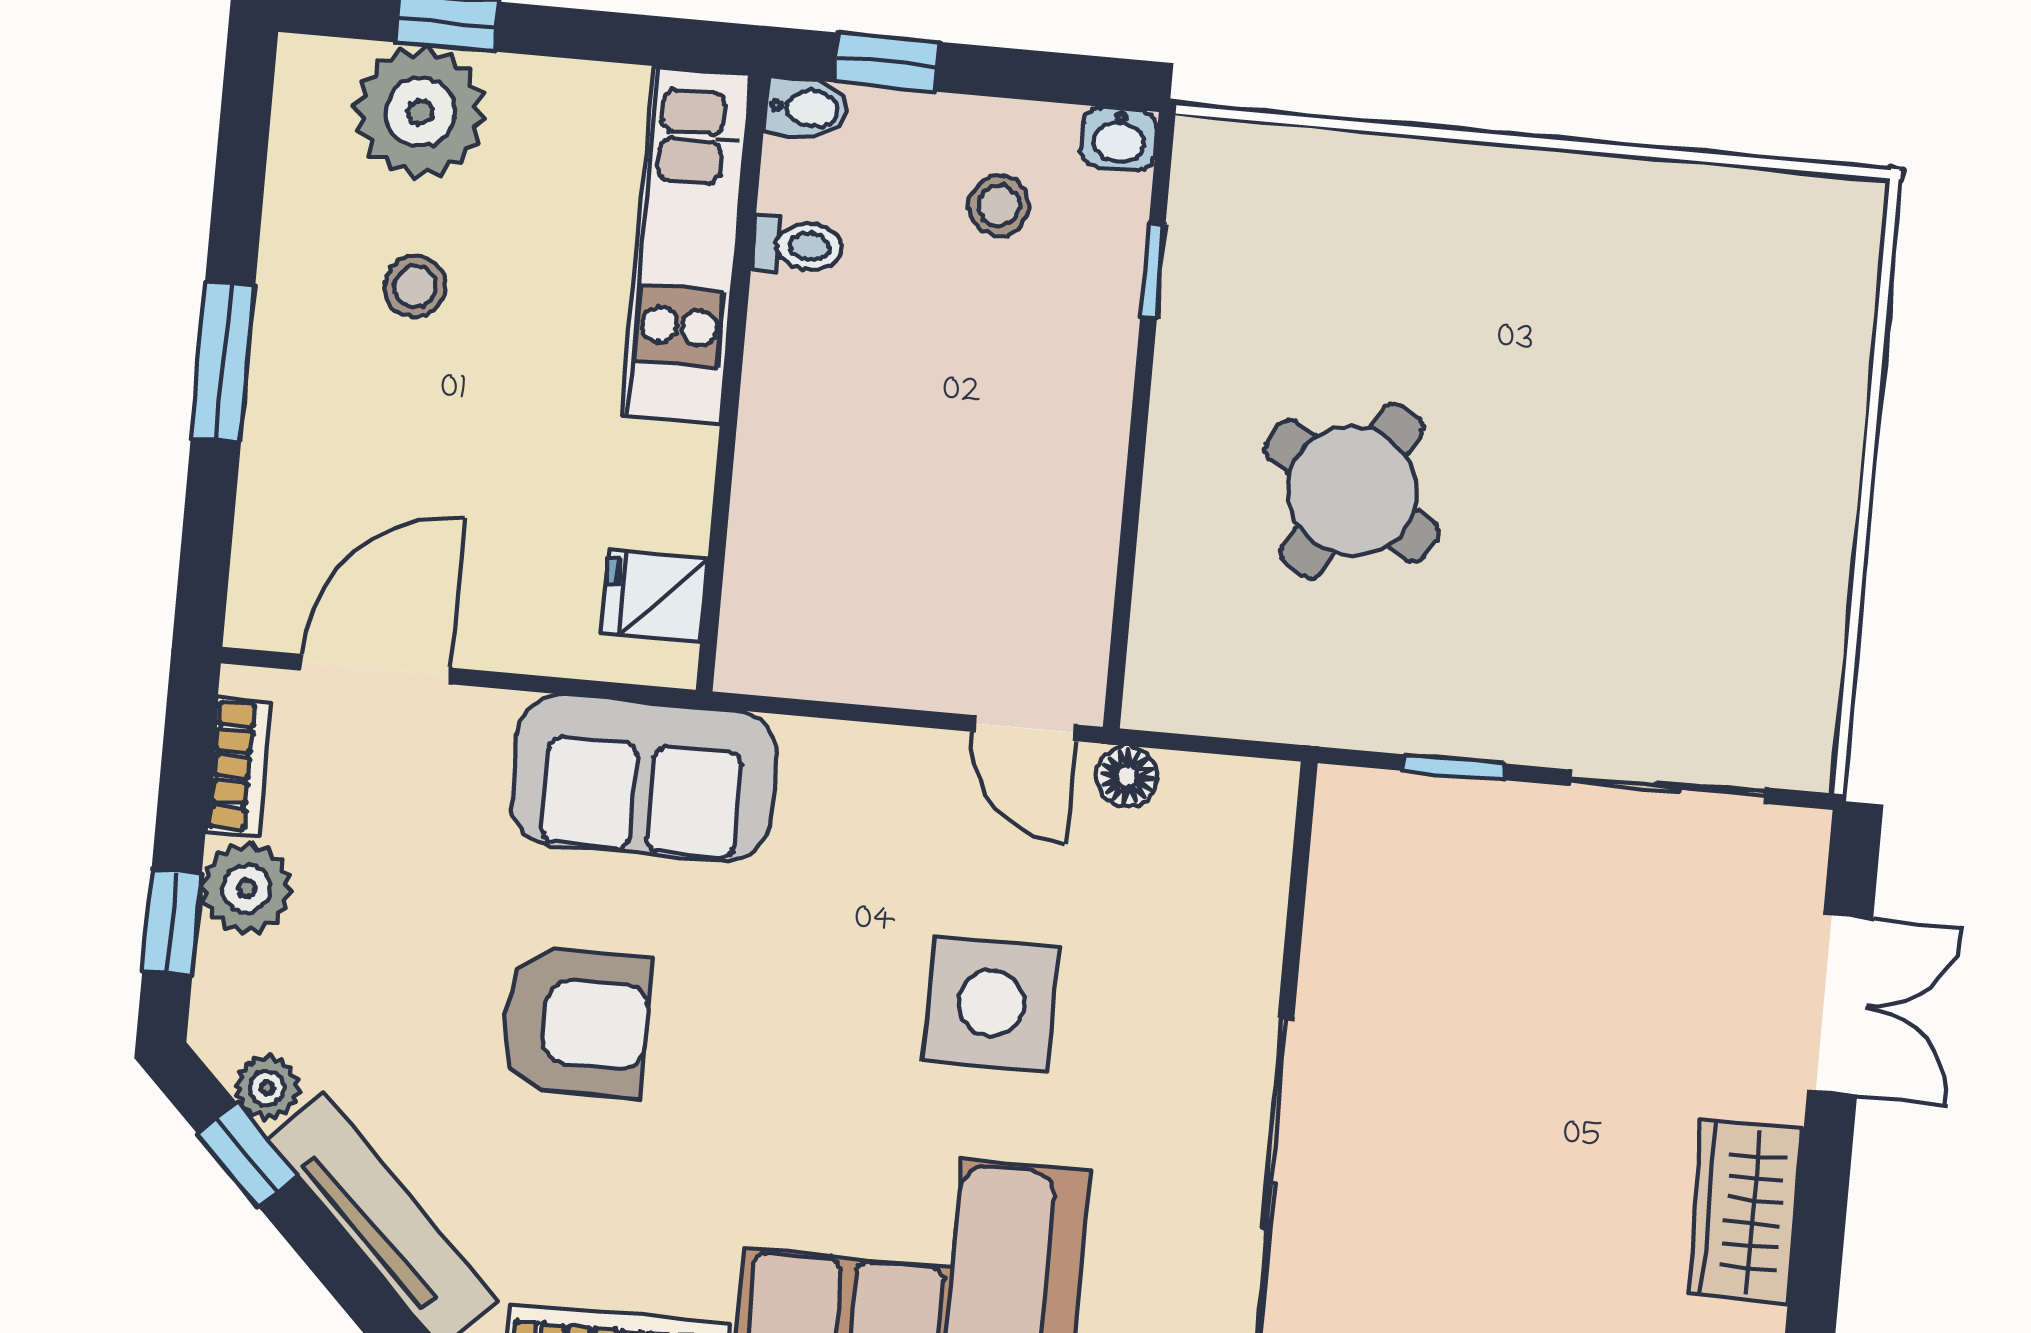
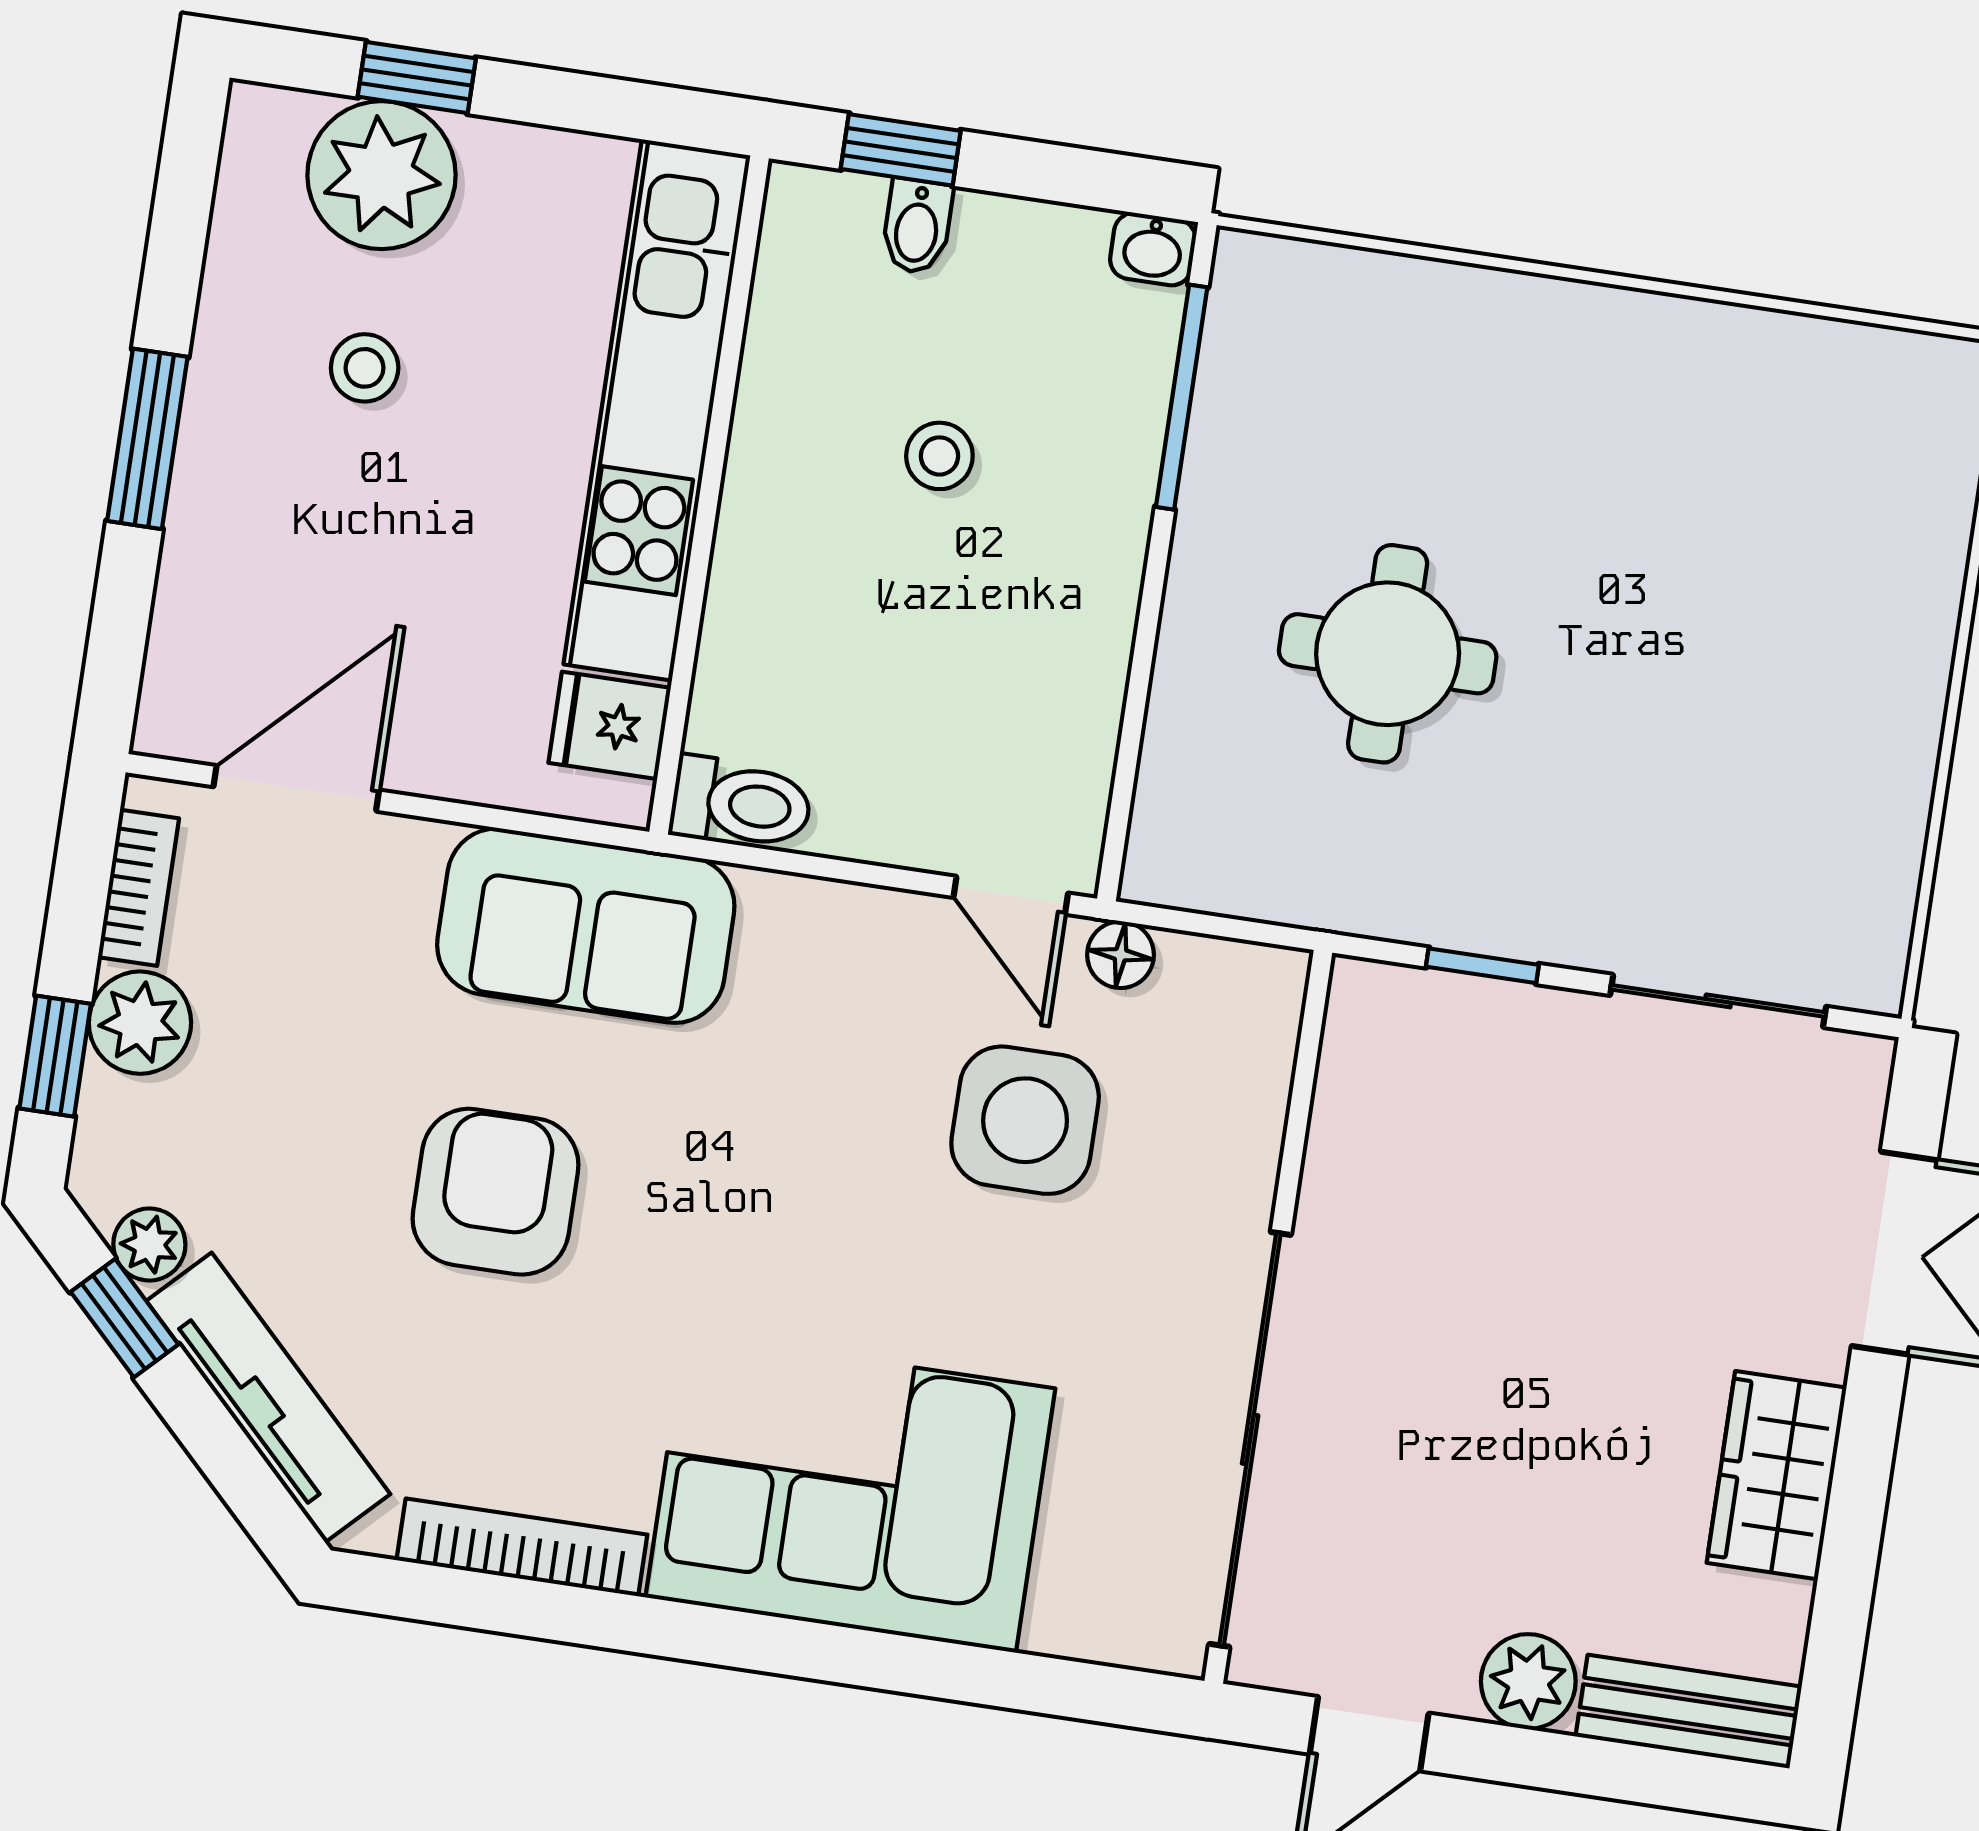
bidet: (807, 108) -> (917, 226), moved, turned 90
stool: (999, 206) -> (939, 456), moved
toilet: (797, 245) -> (741, 804), moved, width x1.37, depth x1.39
kitchen unit: (687, 246) -> (657, 410), width x1.36
window: (1153, 270) -> (1182, 397), width x2.17
round table: (1352, 491) -> (1388, 654), turned -31
side table: (991, 1003) -> (1025, 1120), moved
armchair: (576, 1022) -> (495, 1192), turned -90

